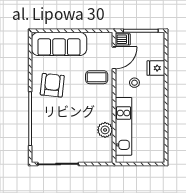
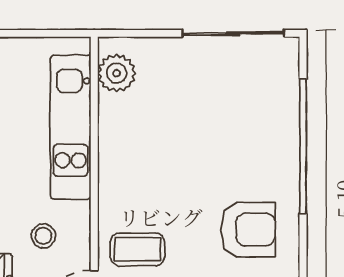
armchair: (52, 85) -> (248, 230), turned -96
plant: (105, 130) -> (117, 73), moved

